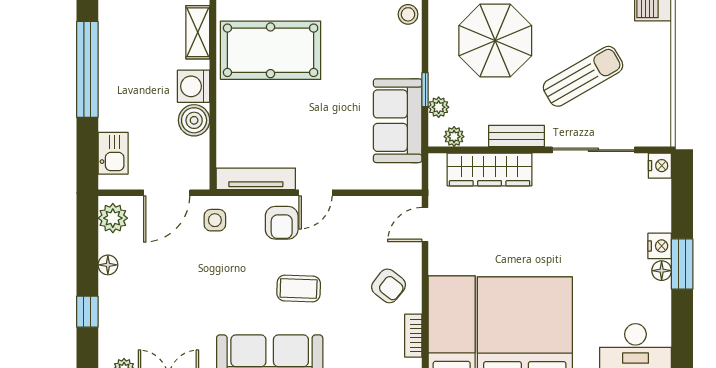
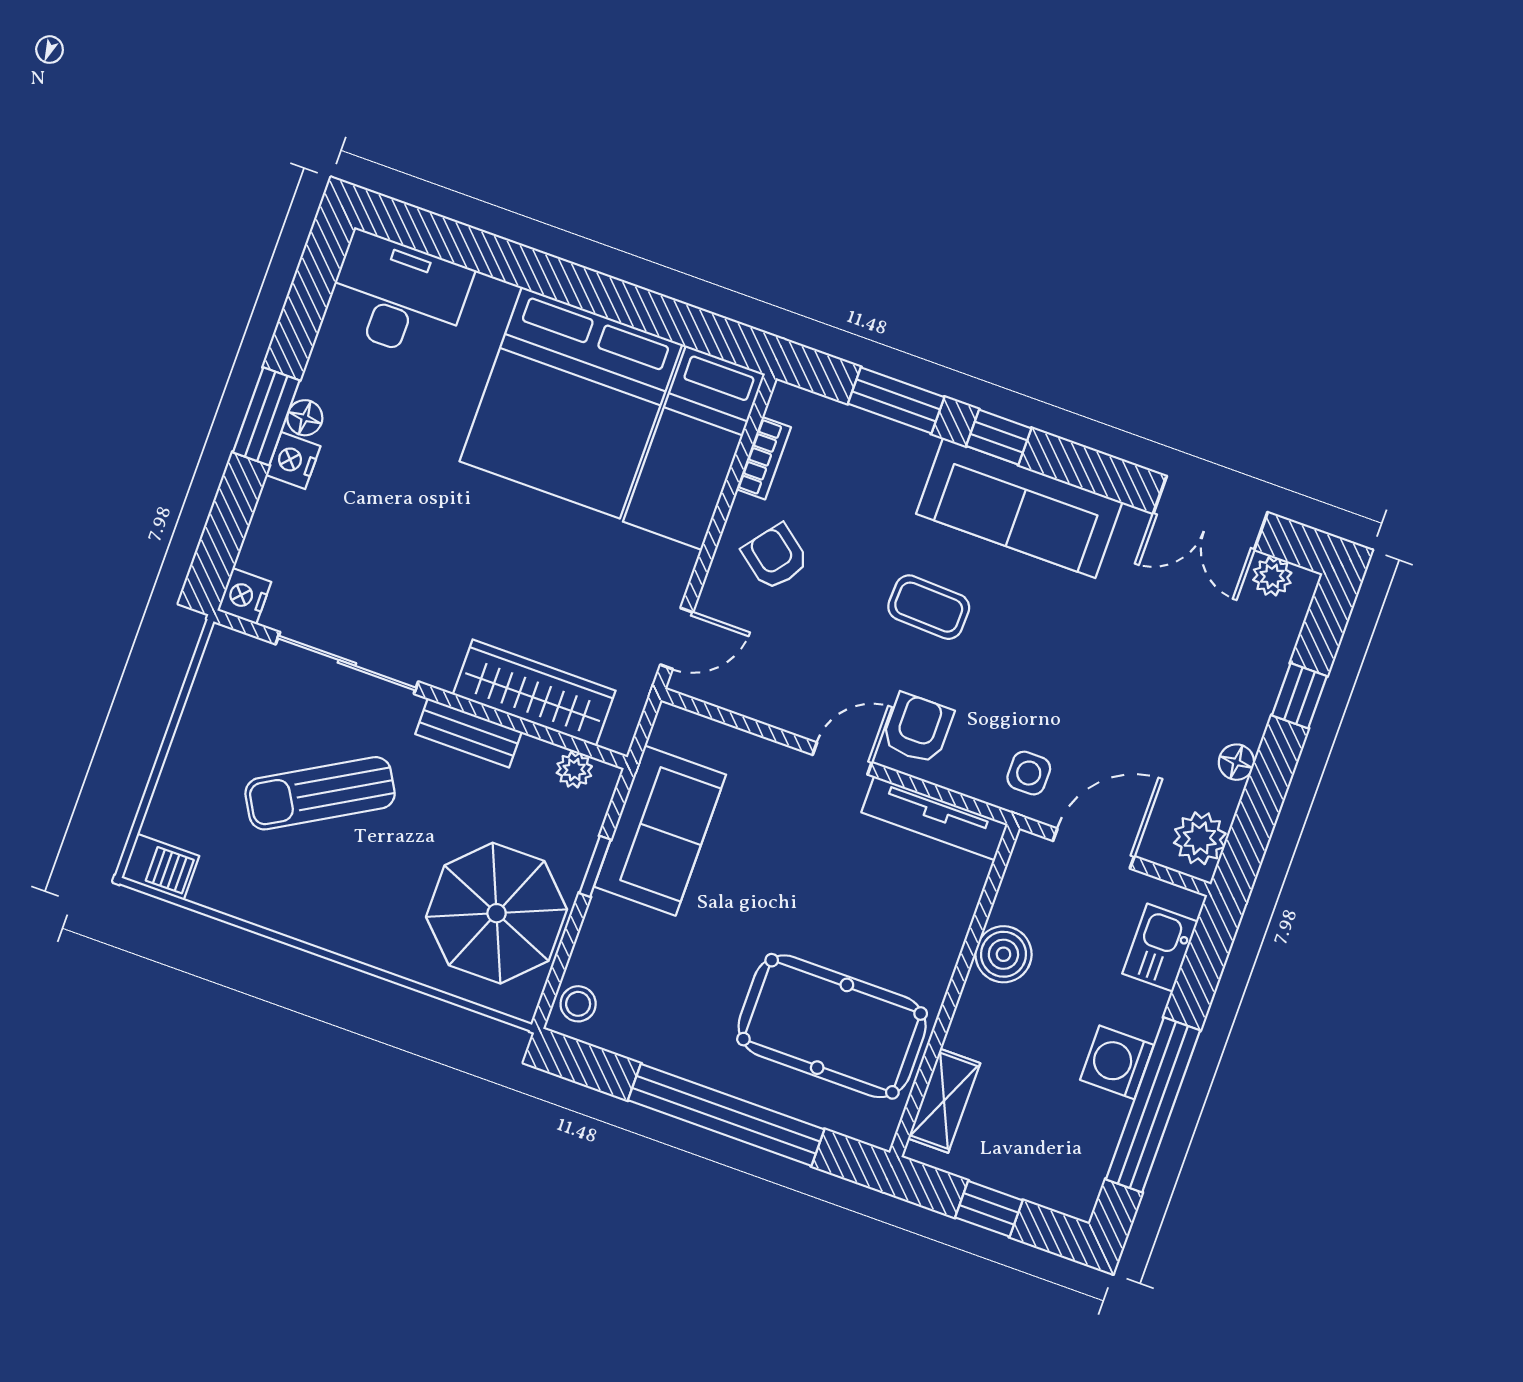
parasol: (495, 41) -> (497, 913), moved
washing machine: (194, 86) -> (1117, 1062), moved, turned 180
plant: (439, 107) -> (583, 829), removed

